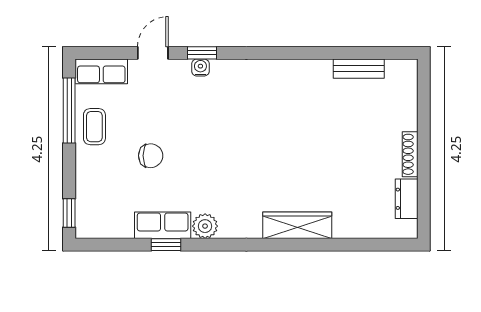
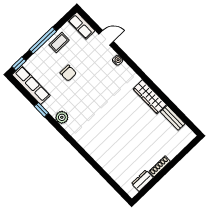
window: (202, 53) -> (123, 56), removed
window: (69, 110) -> (43, 40), moved
row of seats: (163, 225) -> (31, 85), moved, width x1.48
wardrobe: (297, 225) -> (150, 97), moved, turned 180

